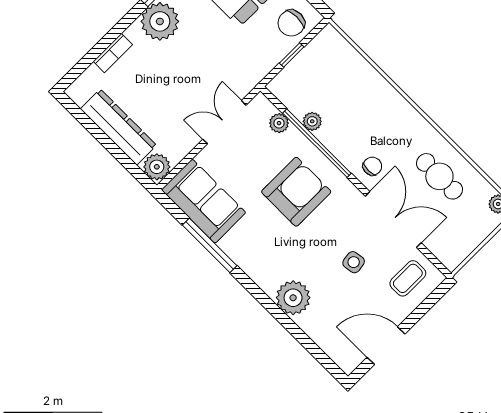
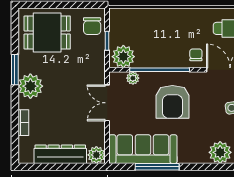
plant: (312, 121) -> (123, 57), moved, width x1.87, depth x1.87
armchair: (296, 192) -> (172, 102), turned 180
sofa: (204, 201) -> (143, 149), width x1.36

